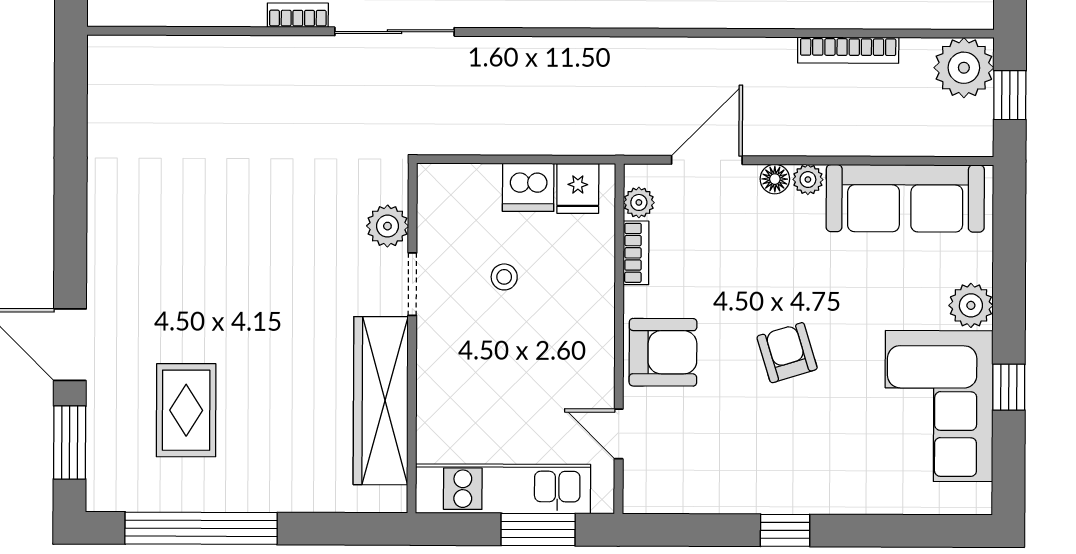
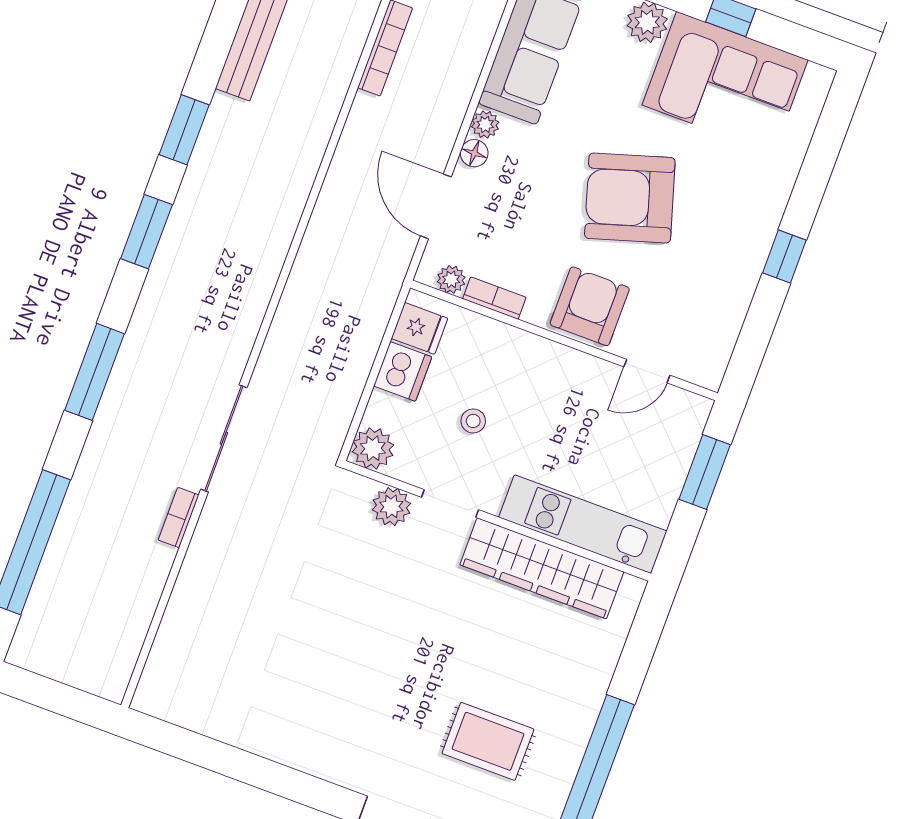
plant: (439, 186) -> (373, 448), added
armchair: (787, 353) -> (630, 198), width x1.88, depth x1.88
kitchen unit: (503, 489) -> (583, 524), moved, turned 90

